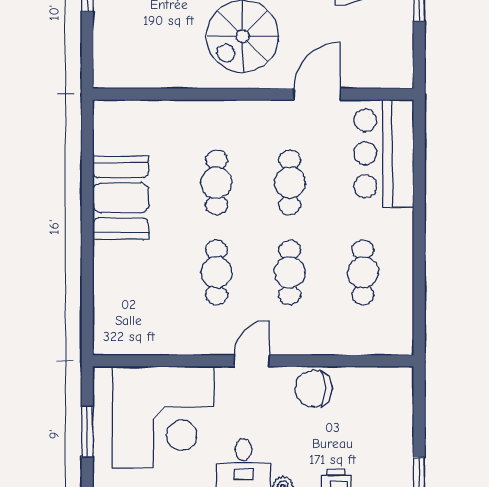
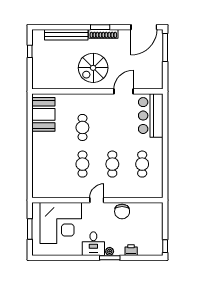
cafe table: (290, 183) -> (112, 127), removed
booth: (121, 198) -> (43, 114), moved
chair: (314, 389) -> (122, 211), turned -90

